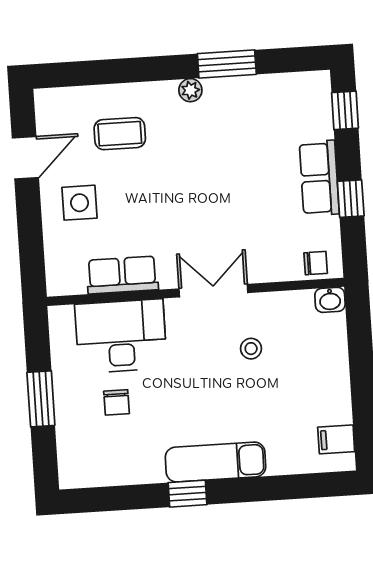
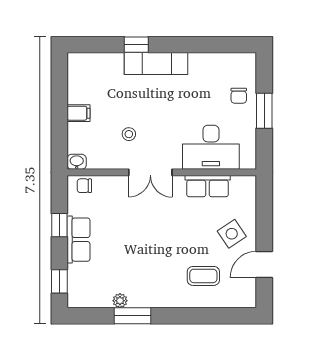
plant: (190, 90) -> (120, 301), moved
side table: (80, 203) -> (232, 234), turned -34
chair: (117, 402) -> (239, 96), moved, turned 180
filing cabinet: (336, 439) -> (78, 113), moved
window: (187, 494) -> (136, 45), moved

